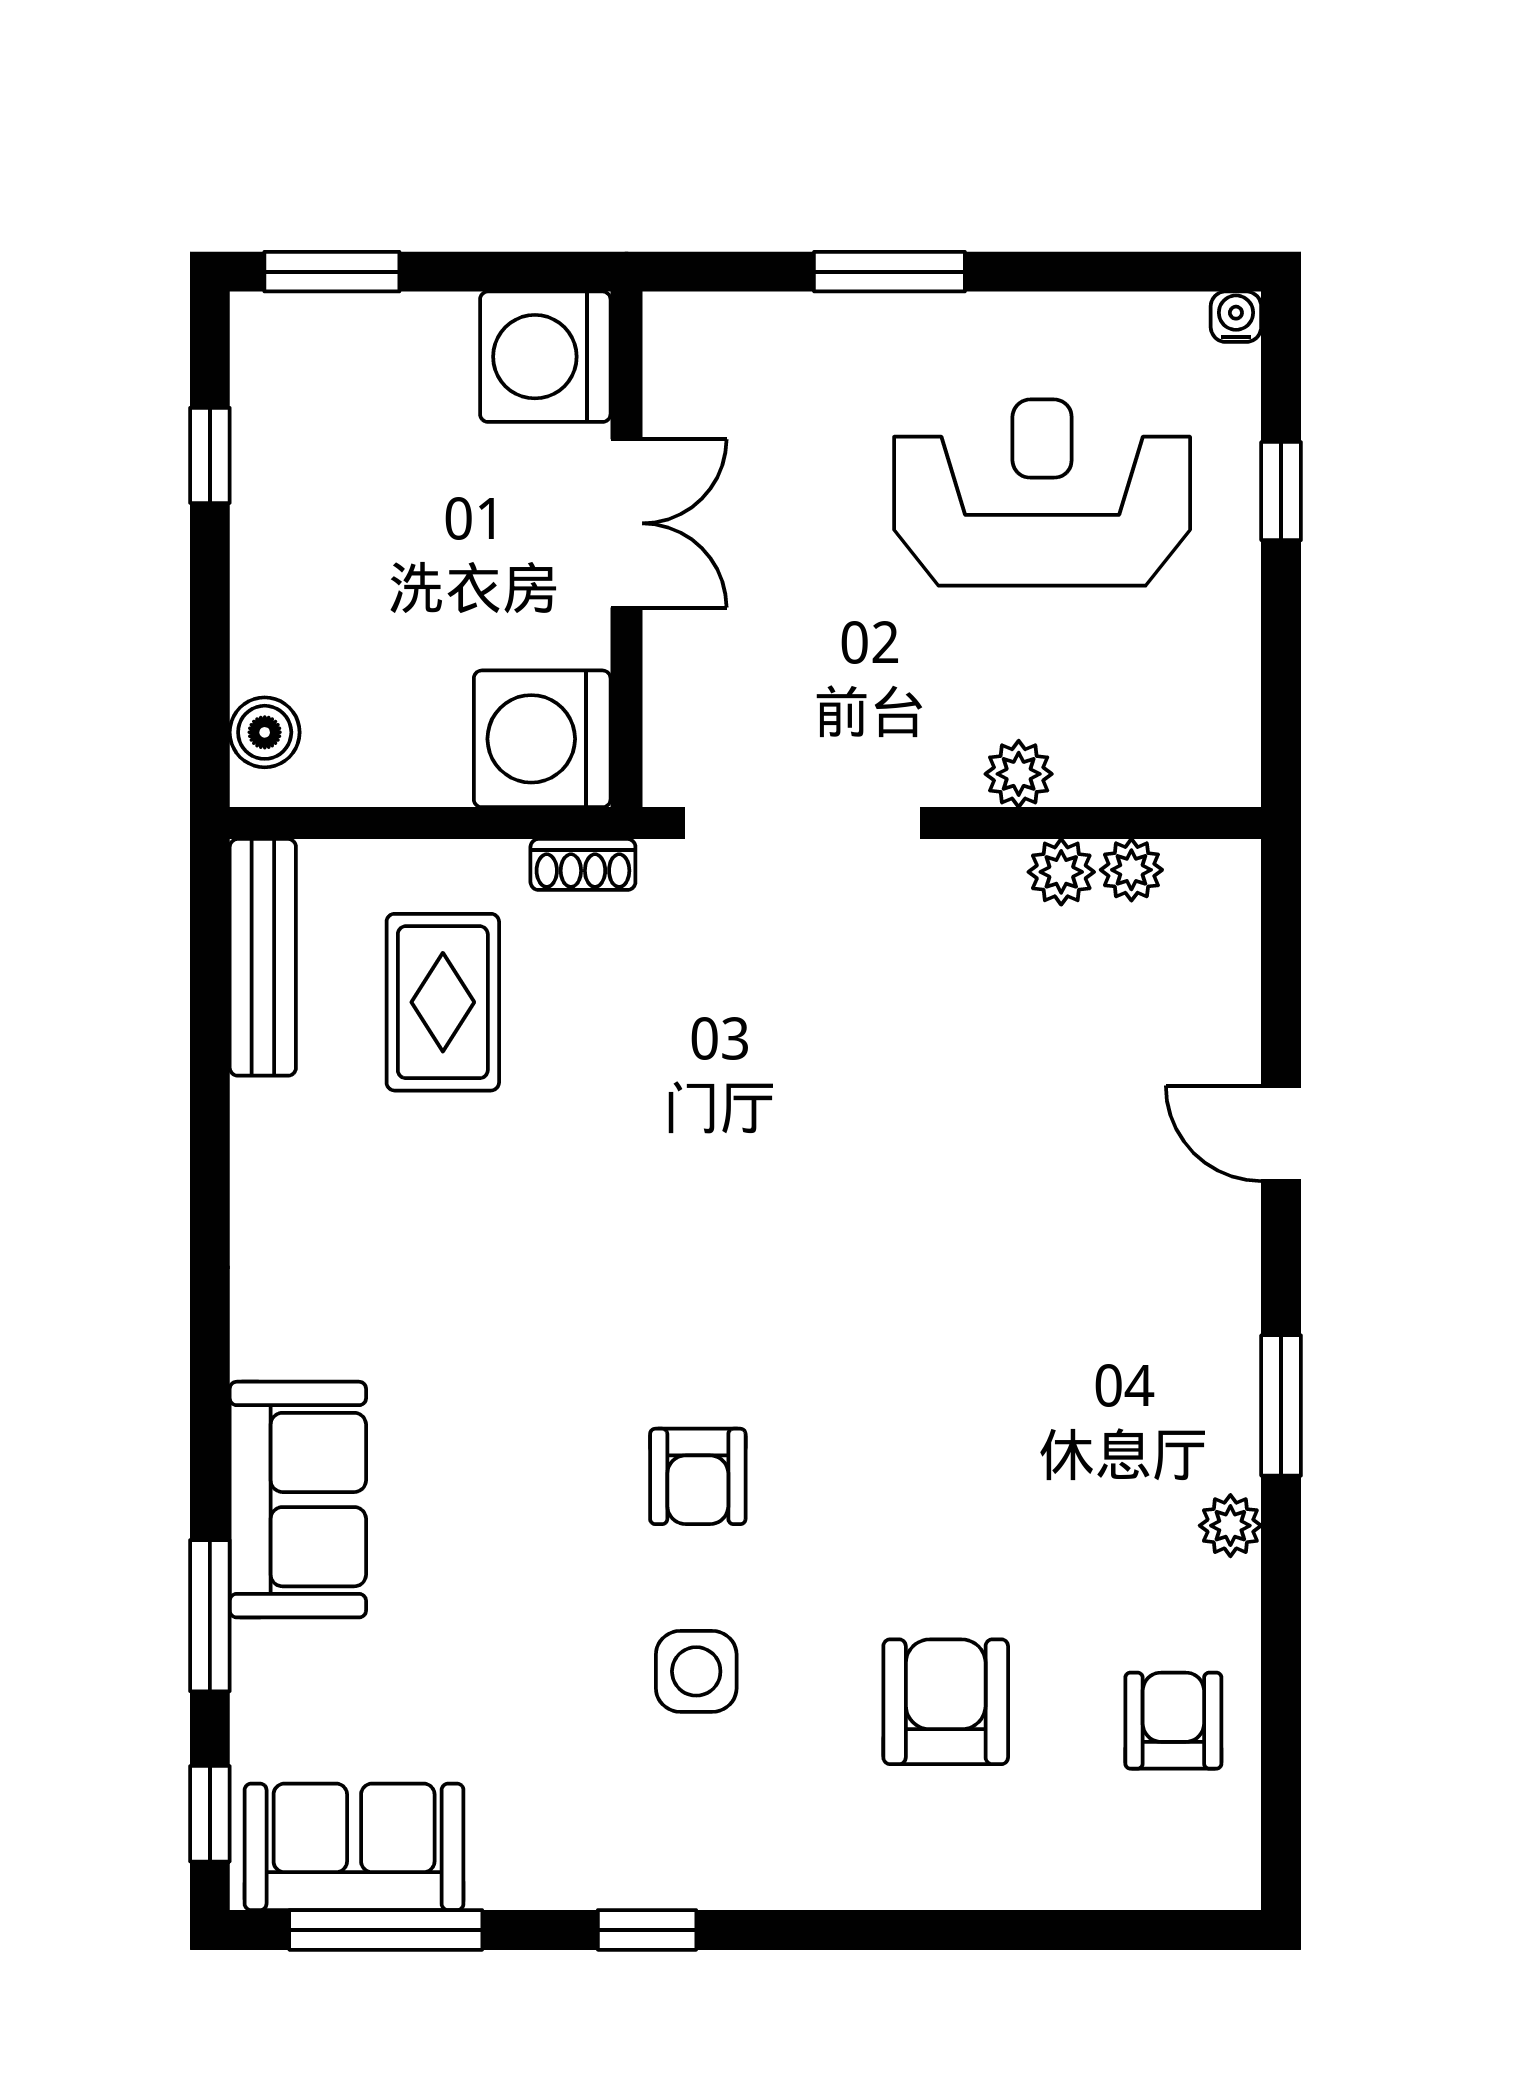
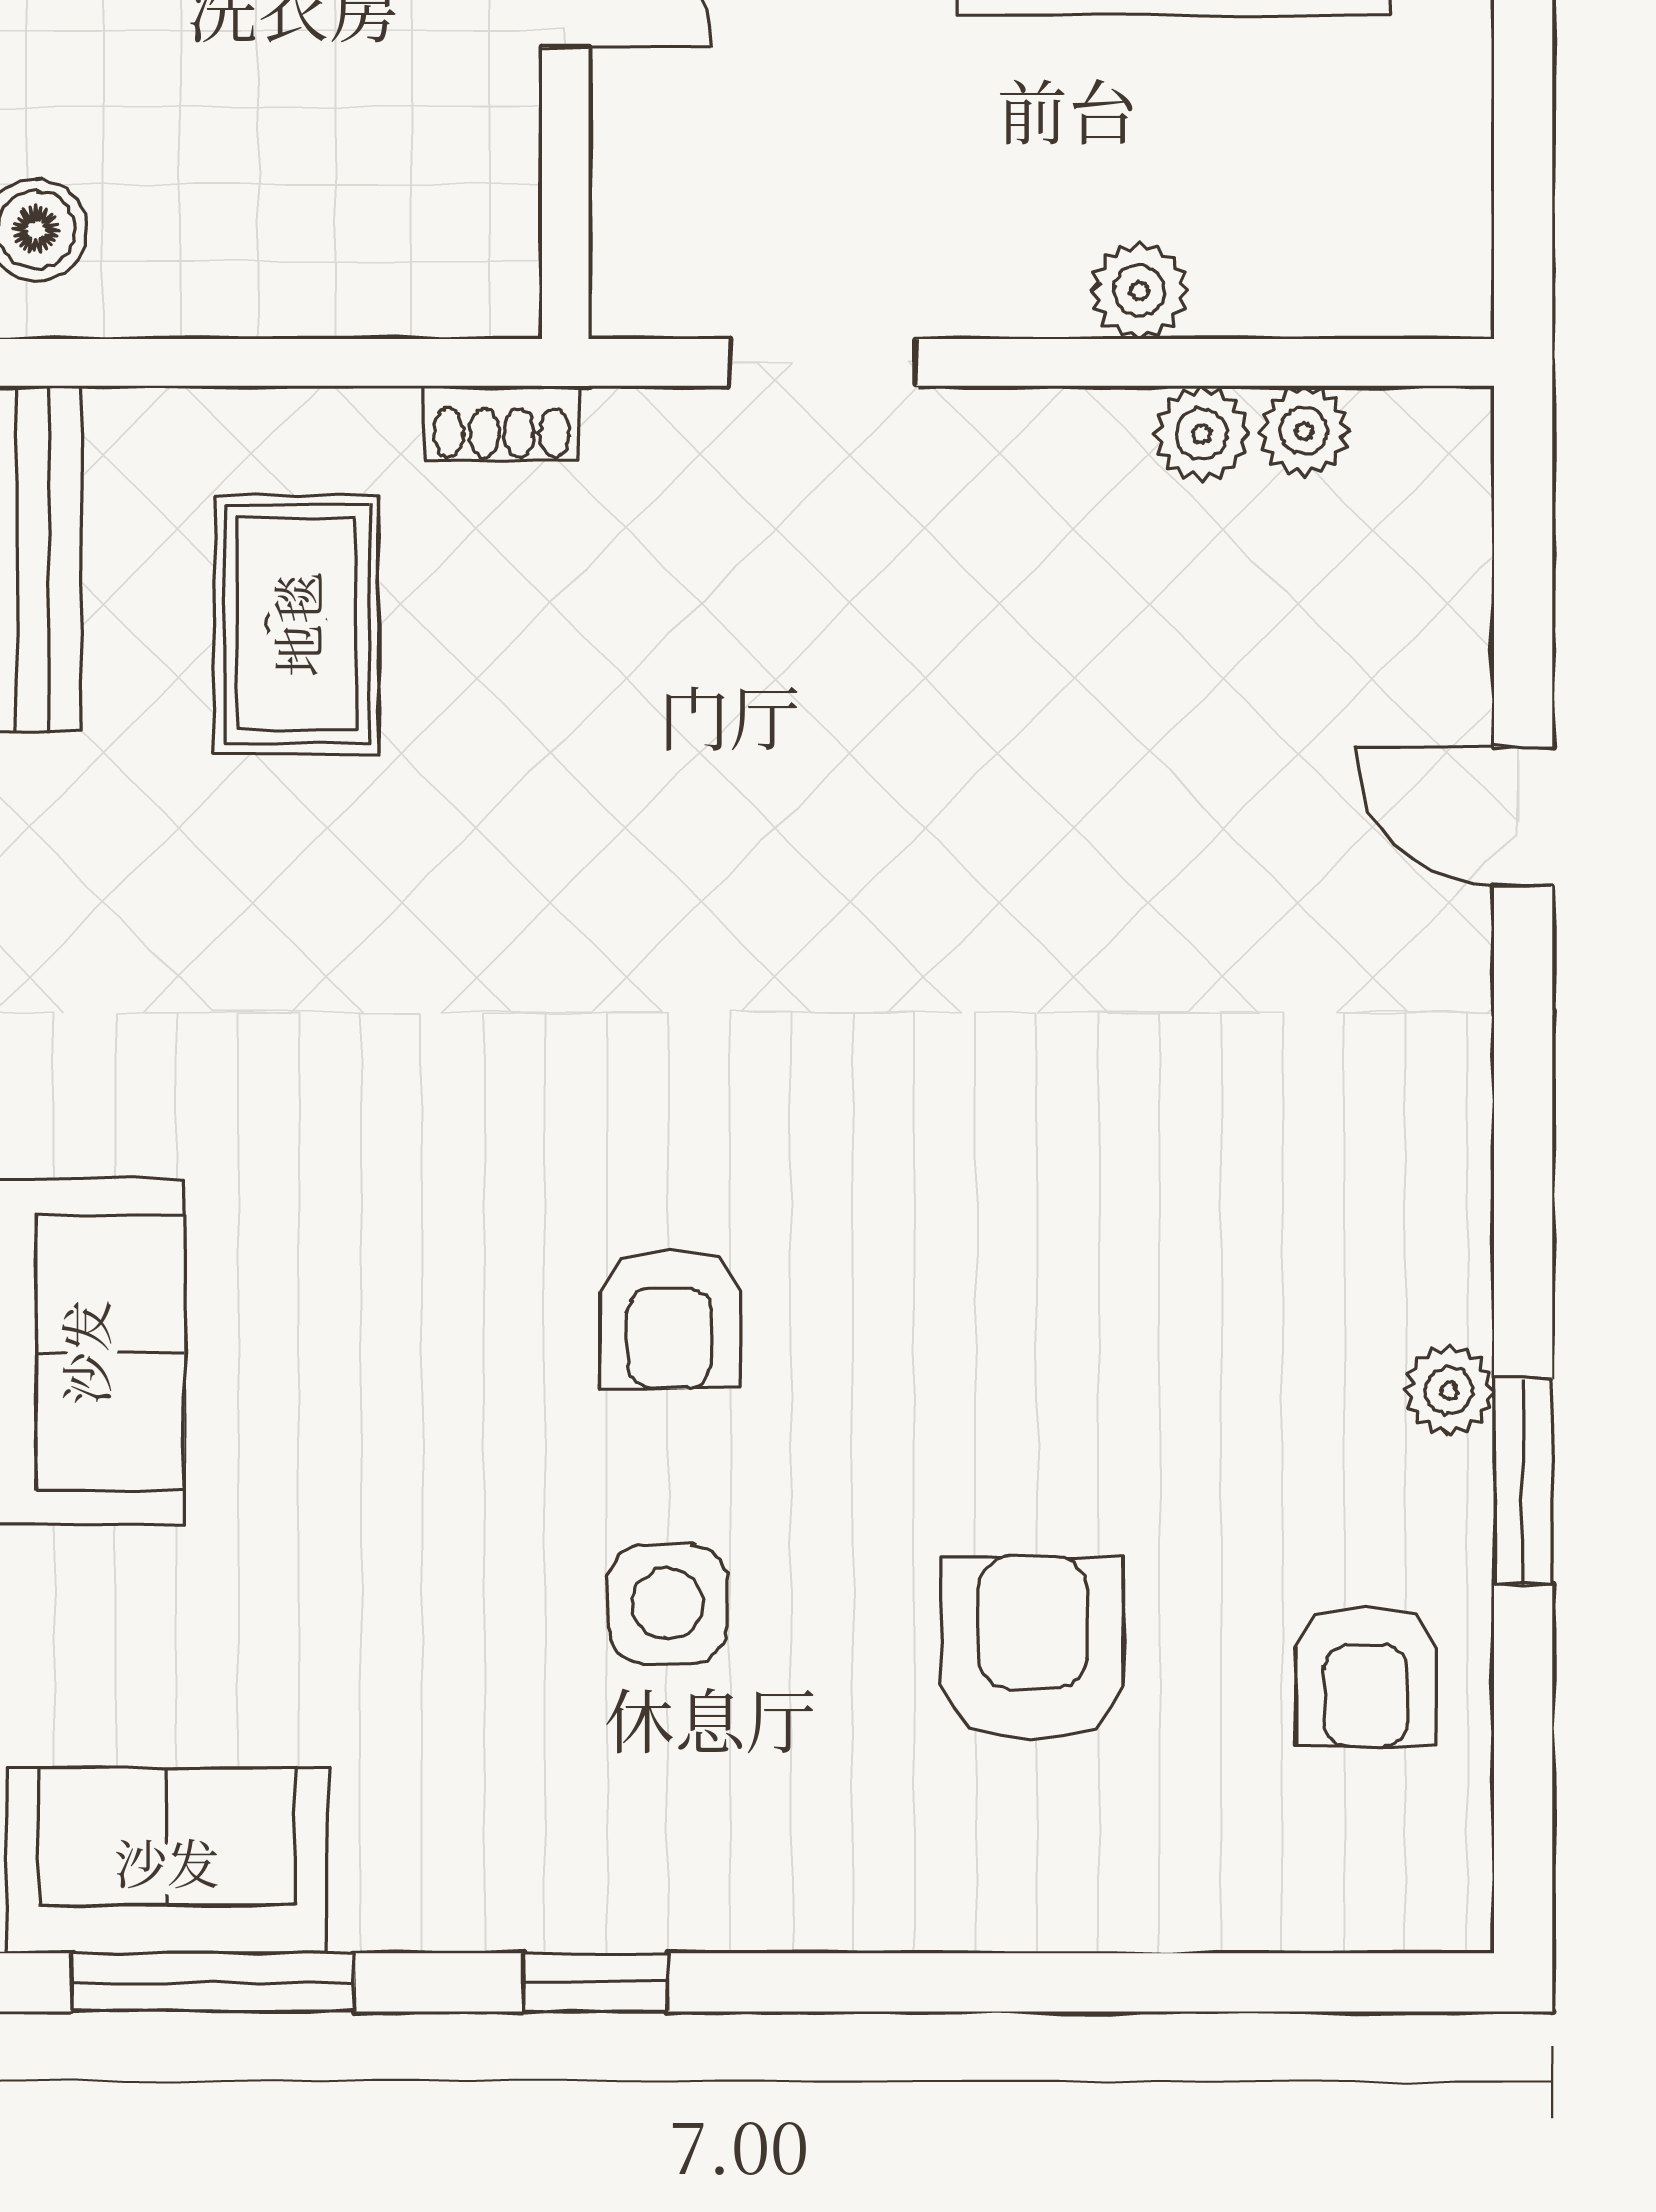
washing machine: (542, 739) -> (442, 239), removed
doorway: (803, 823) -> (823, 362), width x0.53
window: (1281, 1405) -> (1523, 1481), moved
armchair: (1173, 1721) -> (1366, 1676), turned 180

